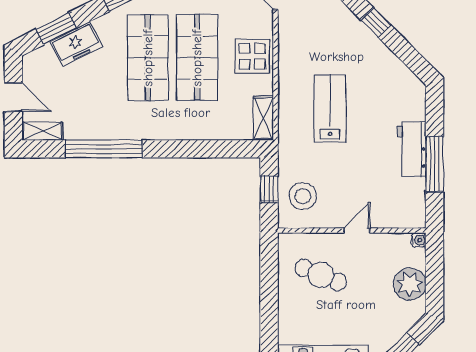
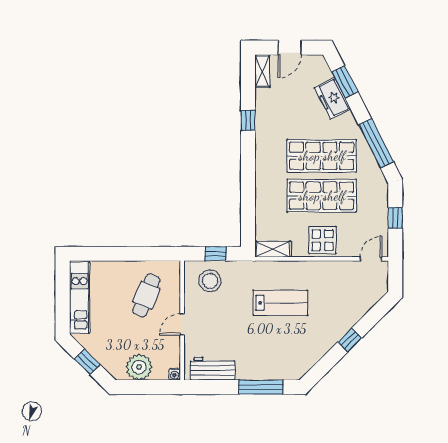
window: (104, 149) -> (248, 120), width x0.32
workbench: (412, 149) -> (213, 369), moved
window: (435, 164) -> (261, 387), moved
door: (357, 231) -> (182, 324), swing flipped

